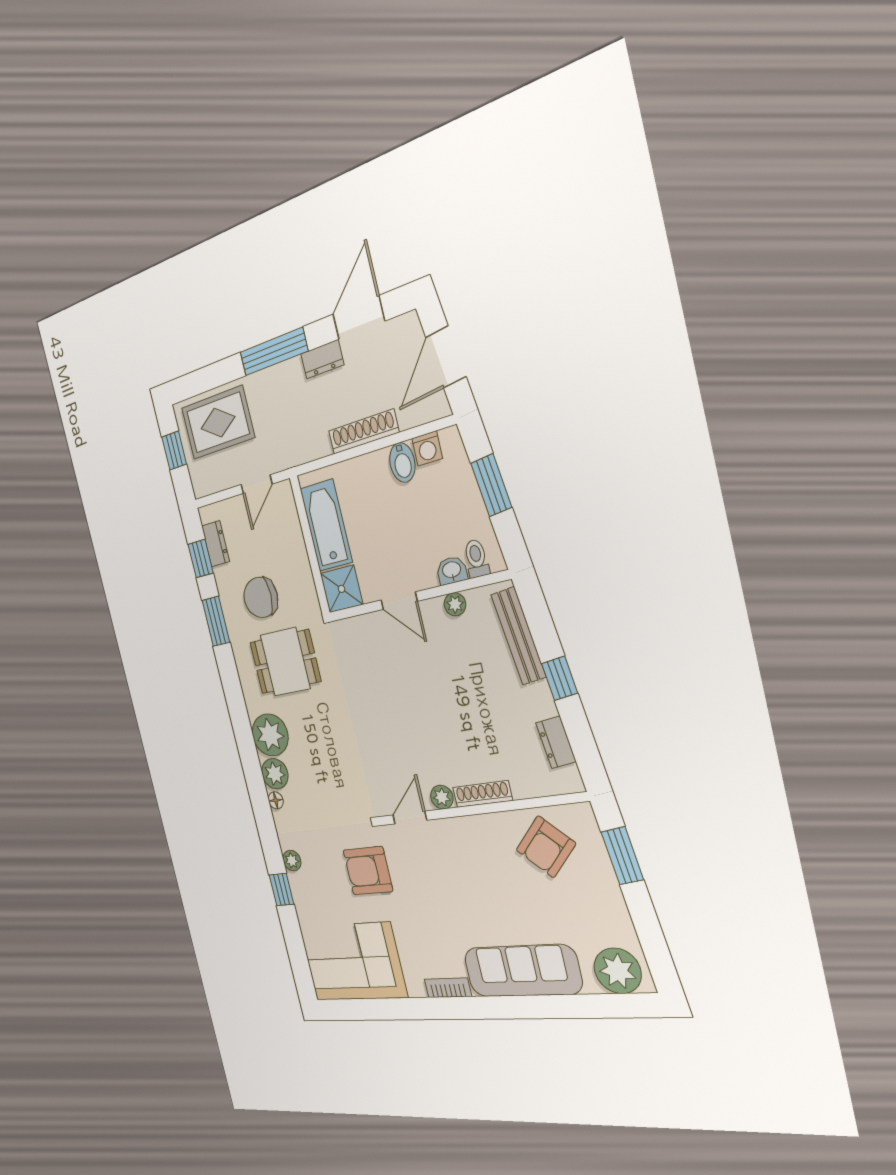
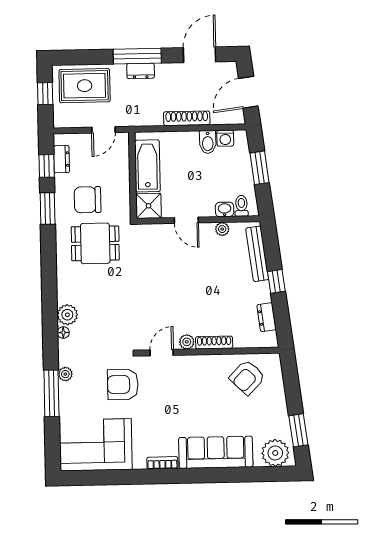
dresser: (322, 359) -> (141, 71), moved
plant: (270, 735) -> (71, 289), removed
window: (622, 856) -> (298, 430), moved
window: (281, 890) -> (51, 393), width x2.17

